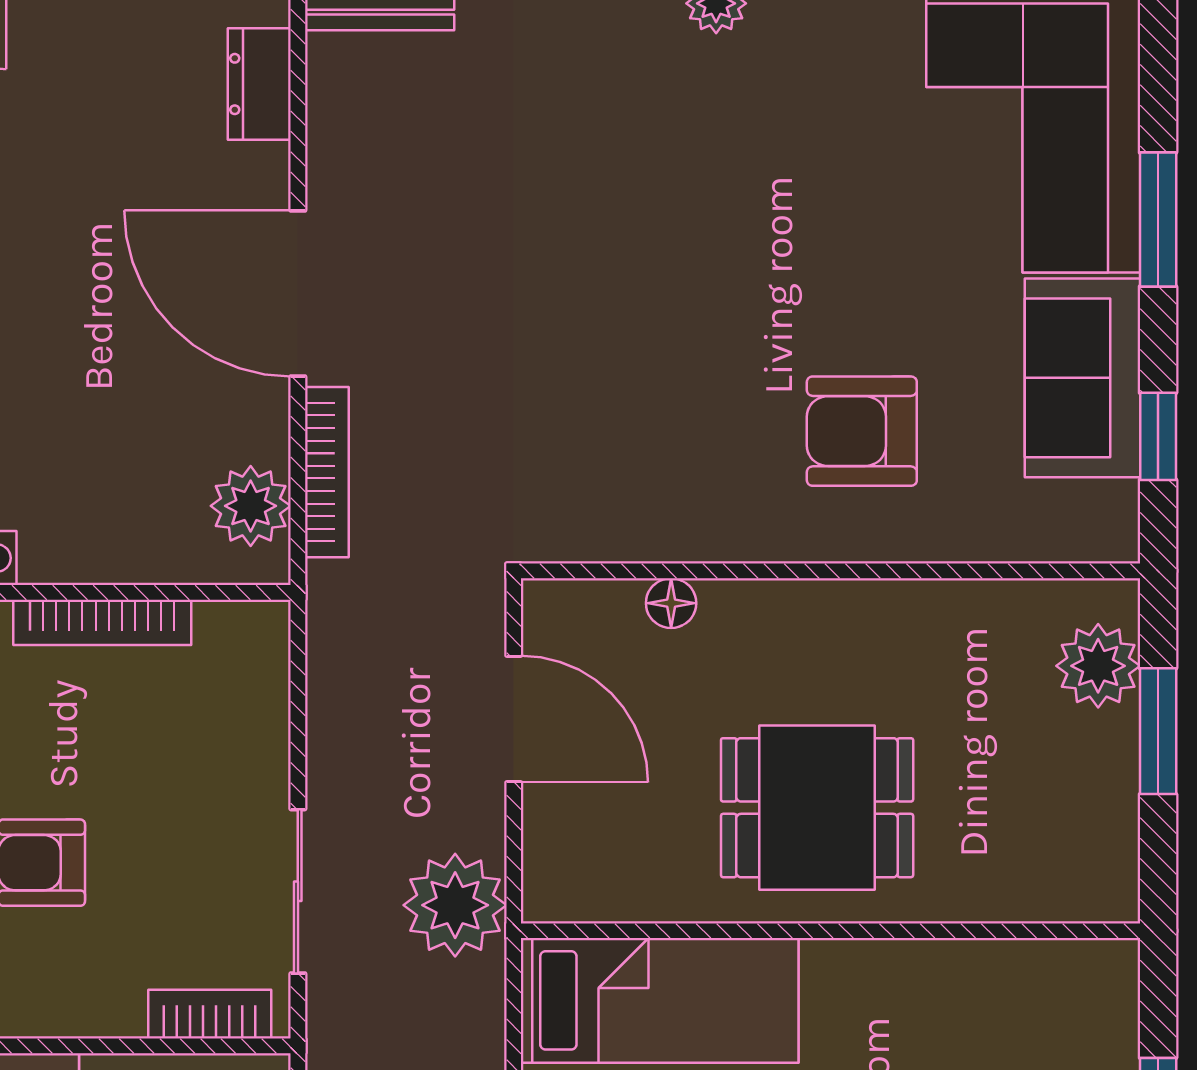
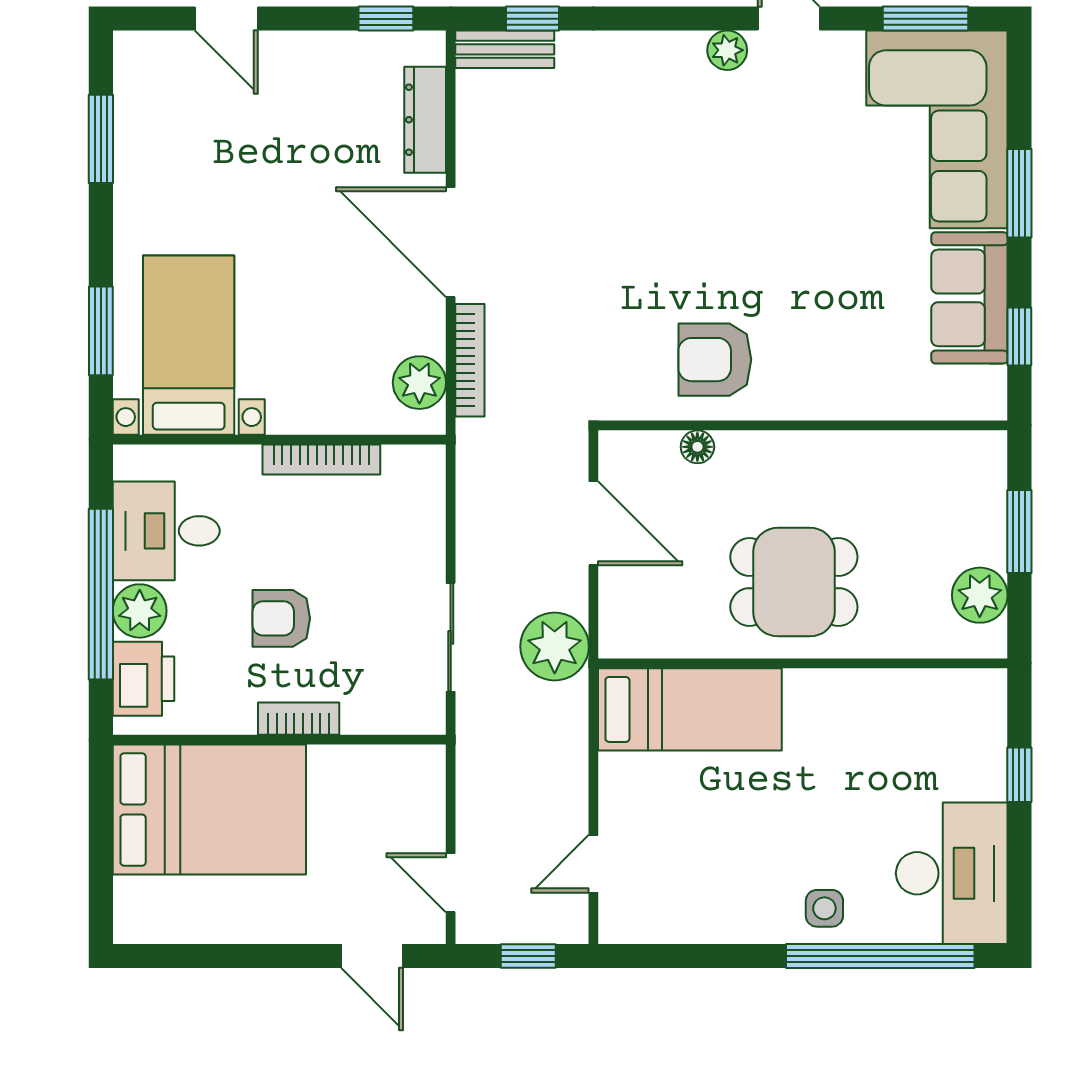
dresser: (259, 84) -> (425, 120), width x1.44
armchair: (862, 431) -> (715, 360), moved
plant: (1098, 666) -> (980, 595), moved
bookcase: (210, 1014) -> (299, 719), moved

